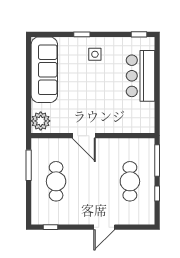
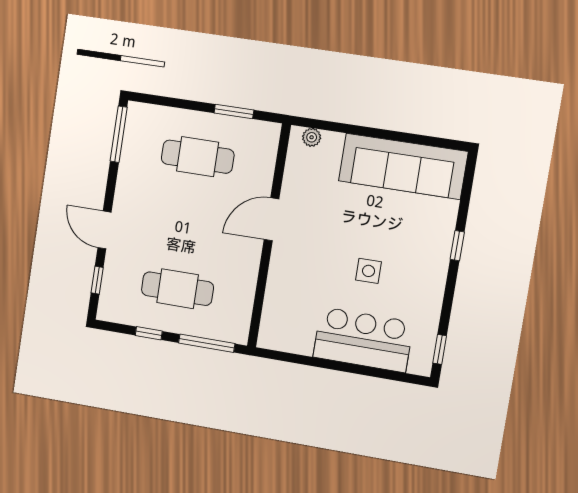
side table: (95, 54) -> (369, 271), moved
plant: (41, 121) -> (312, 137), width x0.53, depth x0.53
window: (29, 165) -> (234, 112), width x0.69
window: (51, 227) -> (119, 134), width x2.17
window: (133, 227) -> (97, 280), added

